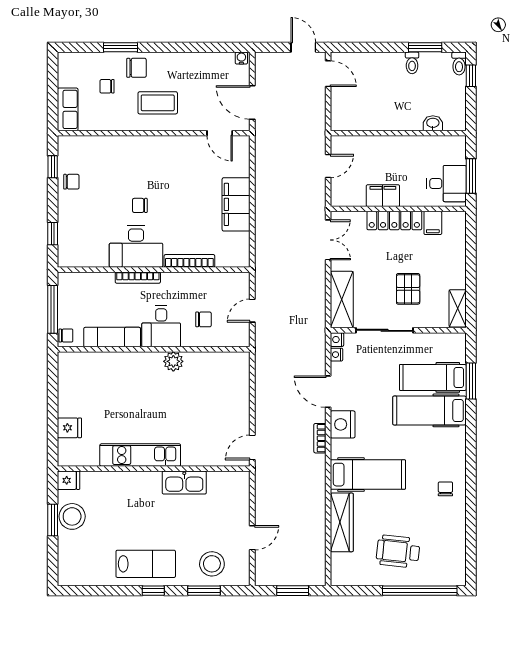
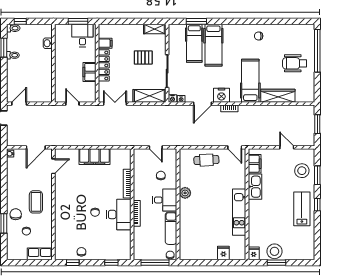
cafe table: (230, 398) -> (206, 160), added
filing cabinet: (224, 482) -> (255, 164), added
wheelchair: (398, 551) -> (295, 63), turned 84

